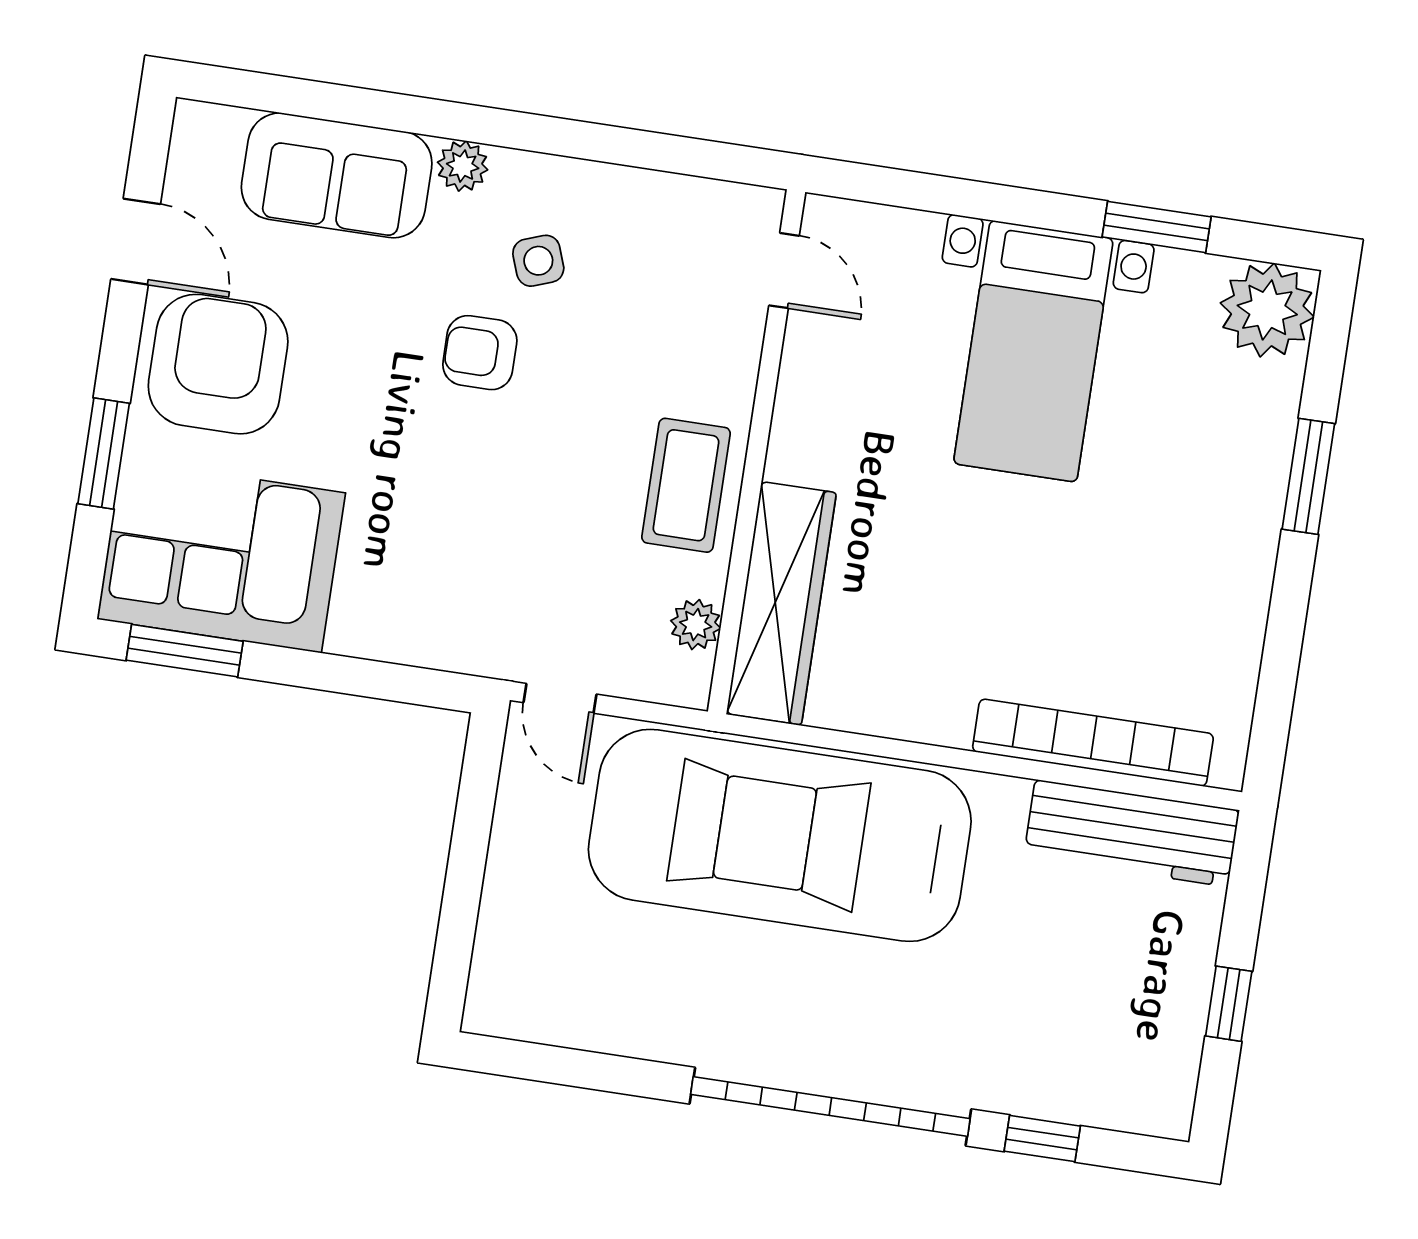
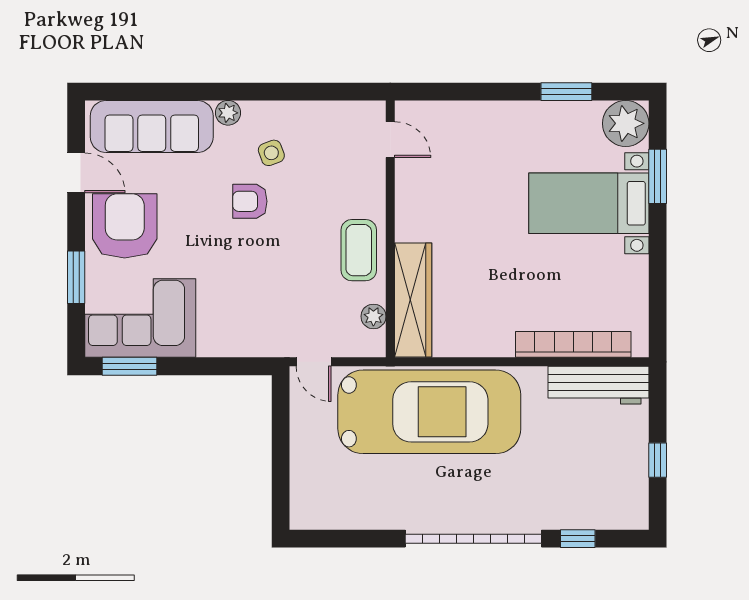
sofa: (337, 175) -> (152, 126), width x1.36
bed with nightstands: (1033, 351) -> (589, 203), moved, turned 90
window: (1308, 476) -> (658, 176), moved
car: (780, 835) -> (429, 412), turned 180

